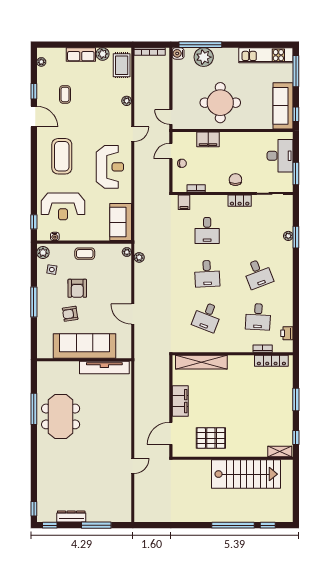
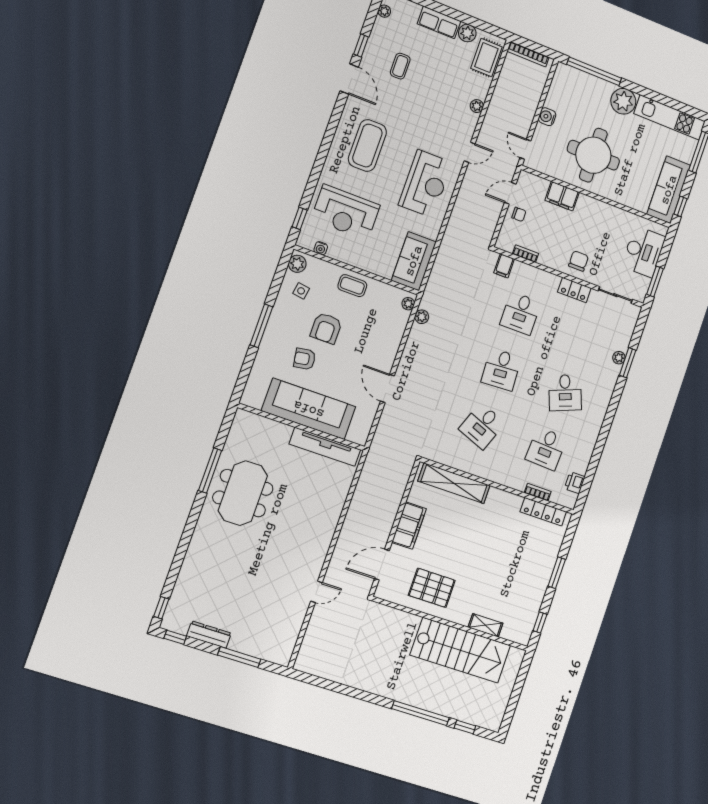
water cooler: (178, 53) -> (547, 117), moved
plant: (204, 57) -> (623, 101), moved
shelving: (280, 452) -> (485, 625), moved

